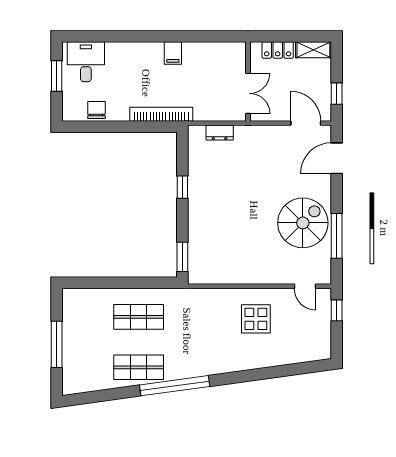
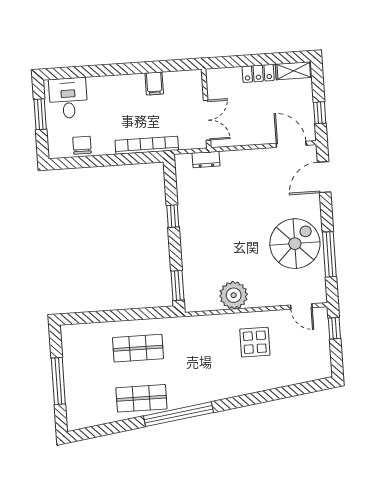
wall: (248, 82) -> (206, 108), moved
double door: (248, 93) -> (207, 120), moved
plant: (238, 270) -> (234, 295), added

